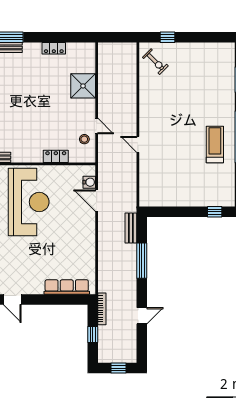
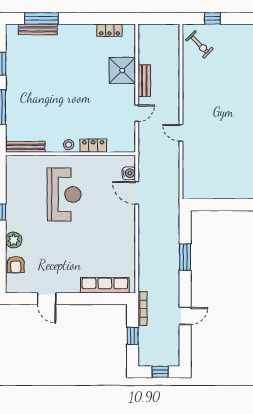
locker: (54, 48) -> (109, 30), moved
door: (97, 126) -> (137, 113), hinge flipped
stool: (84, 139) -> (69, 145), moved
reception desk: (29, 202) -> (64, 194), width x0.74, depth x0.77
bench: (131, 228) -> (144, 81), moved
window: (142, 261) -> (185, 257), width x0.69

